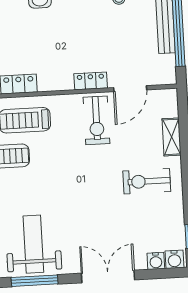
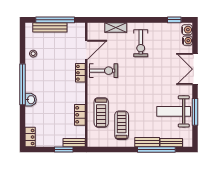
door: (130, 89) -> (86, 50), hinge flipped

